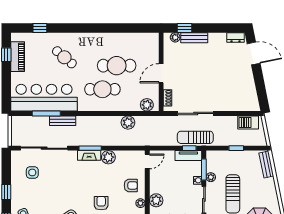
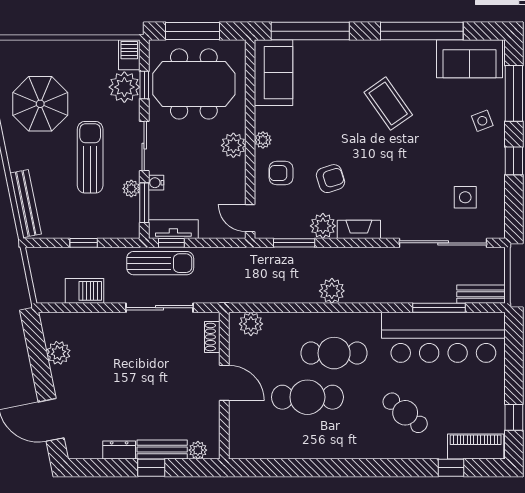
window: (184, 28) -> (151, 468), moved
dresser: (236, 37) -> (119, 450), moved
piano: (18, 57) -> (476, 447), moved, turned 90
door: (161, 73) -> (224, 383), hinge flipped
plant: (250, 89) -> (58, 353), added
bench: (63, 121) -> (481, 294), moved
barbecue: (248, 122) -> (84, 291), moved
plant: (128, 123) -> (332, 291), moved
window: (90, 148) -> (294, 243), moved
door: (147, 161) -> (250, 218), hinge flipped
bench: (266, 165) -> (26, 204), width x1.36
armchair: (101, 203) -> (330, 179), moved, turned -108

